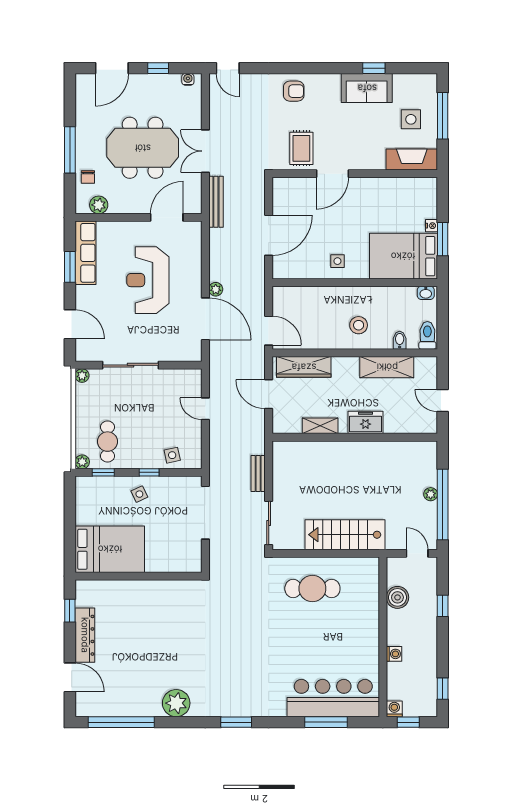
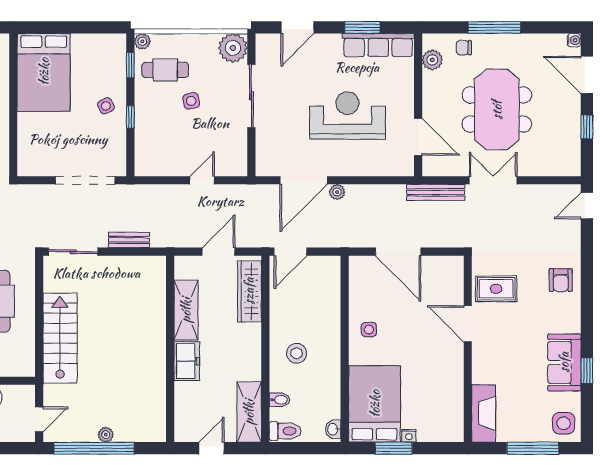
water cooler: (188, 79) -> (574, 40), moved
side table: (411, 119) -> (564, 423), moved
shelving: (387, 367) -> (249, 412), moved
plant: (82, 376) -> (233, 48), width x1.88, depth x1.88
shelving: (320, 426) -> (186, 310), width x1.50, depth x1.33
side table: (172, 455) -> (191, 101), moved

